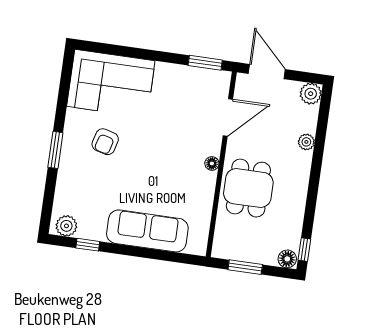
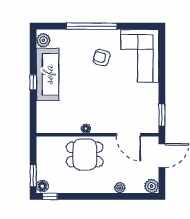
window: (55, 150) -> (92, 26), width x2.11
floor lamp: (212, 163) -> (86, 129), moved
sofa: (147, 231) -> (48, 74), moved
window: (88, 245) -> (33, 82), moved
window: (245, 267) -> (33, 176), moved

